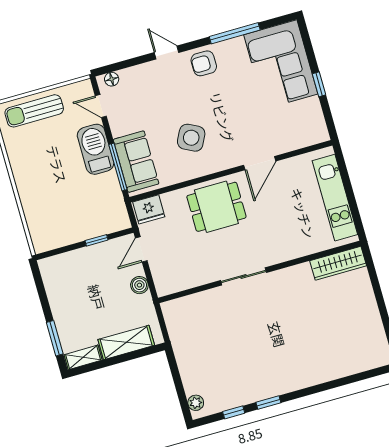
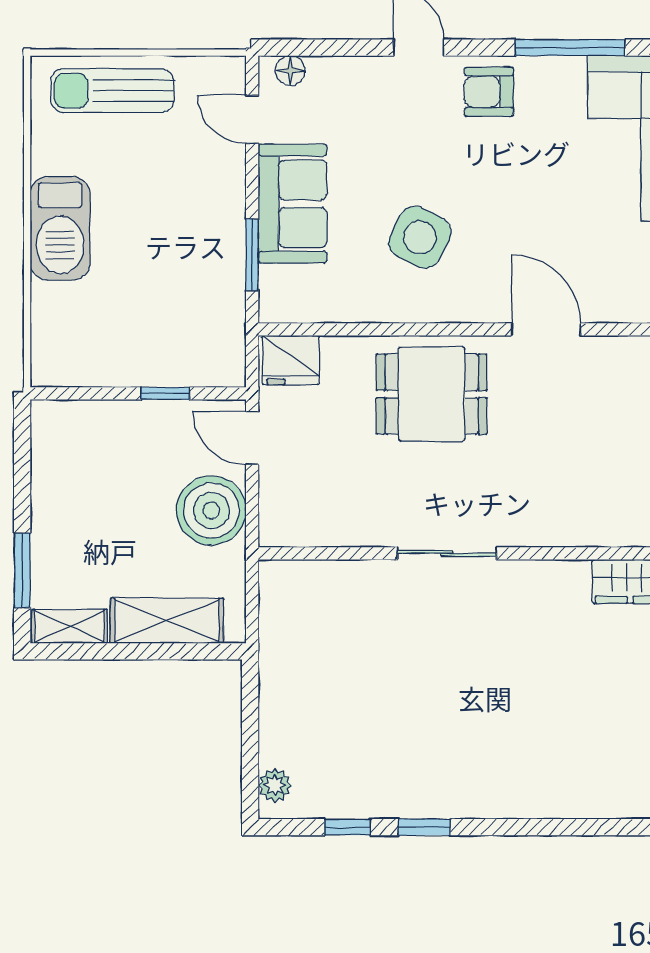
barbecue: (96, 149) -> (60, 228), moved, turned 180
sofa: (136, 162) -> (292, 204), moved
door: (260, 163) -> (546, 329), swing flipped
window: (118, 167) -> (252, 255), width x0.69
door: (141, 249) -> (252, 438), hinge flipped
boiler: (139, 285) -> (211, 510), width x1.86, depth x1.86

